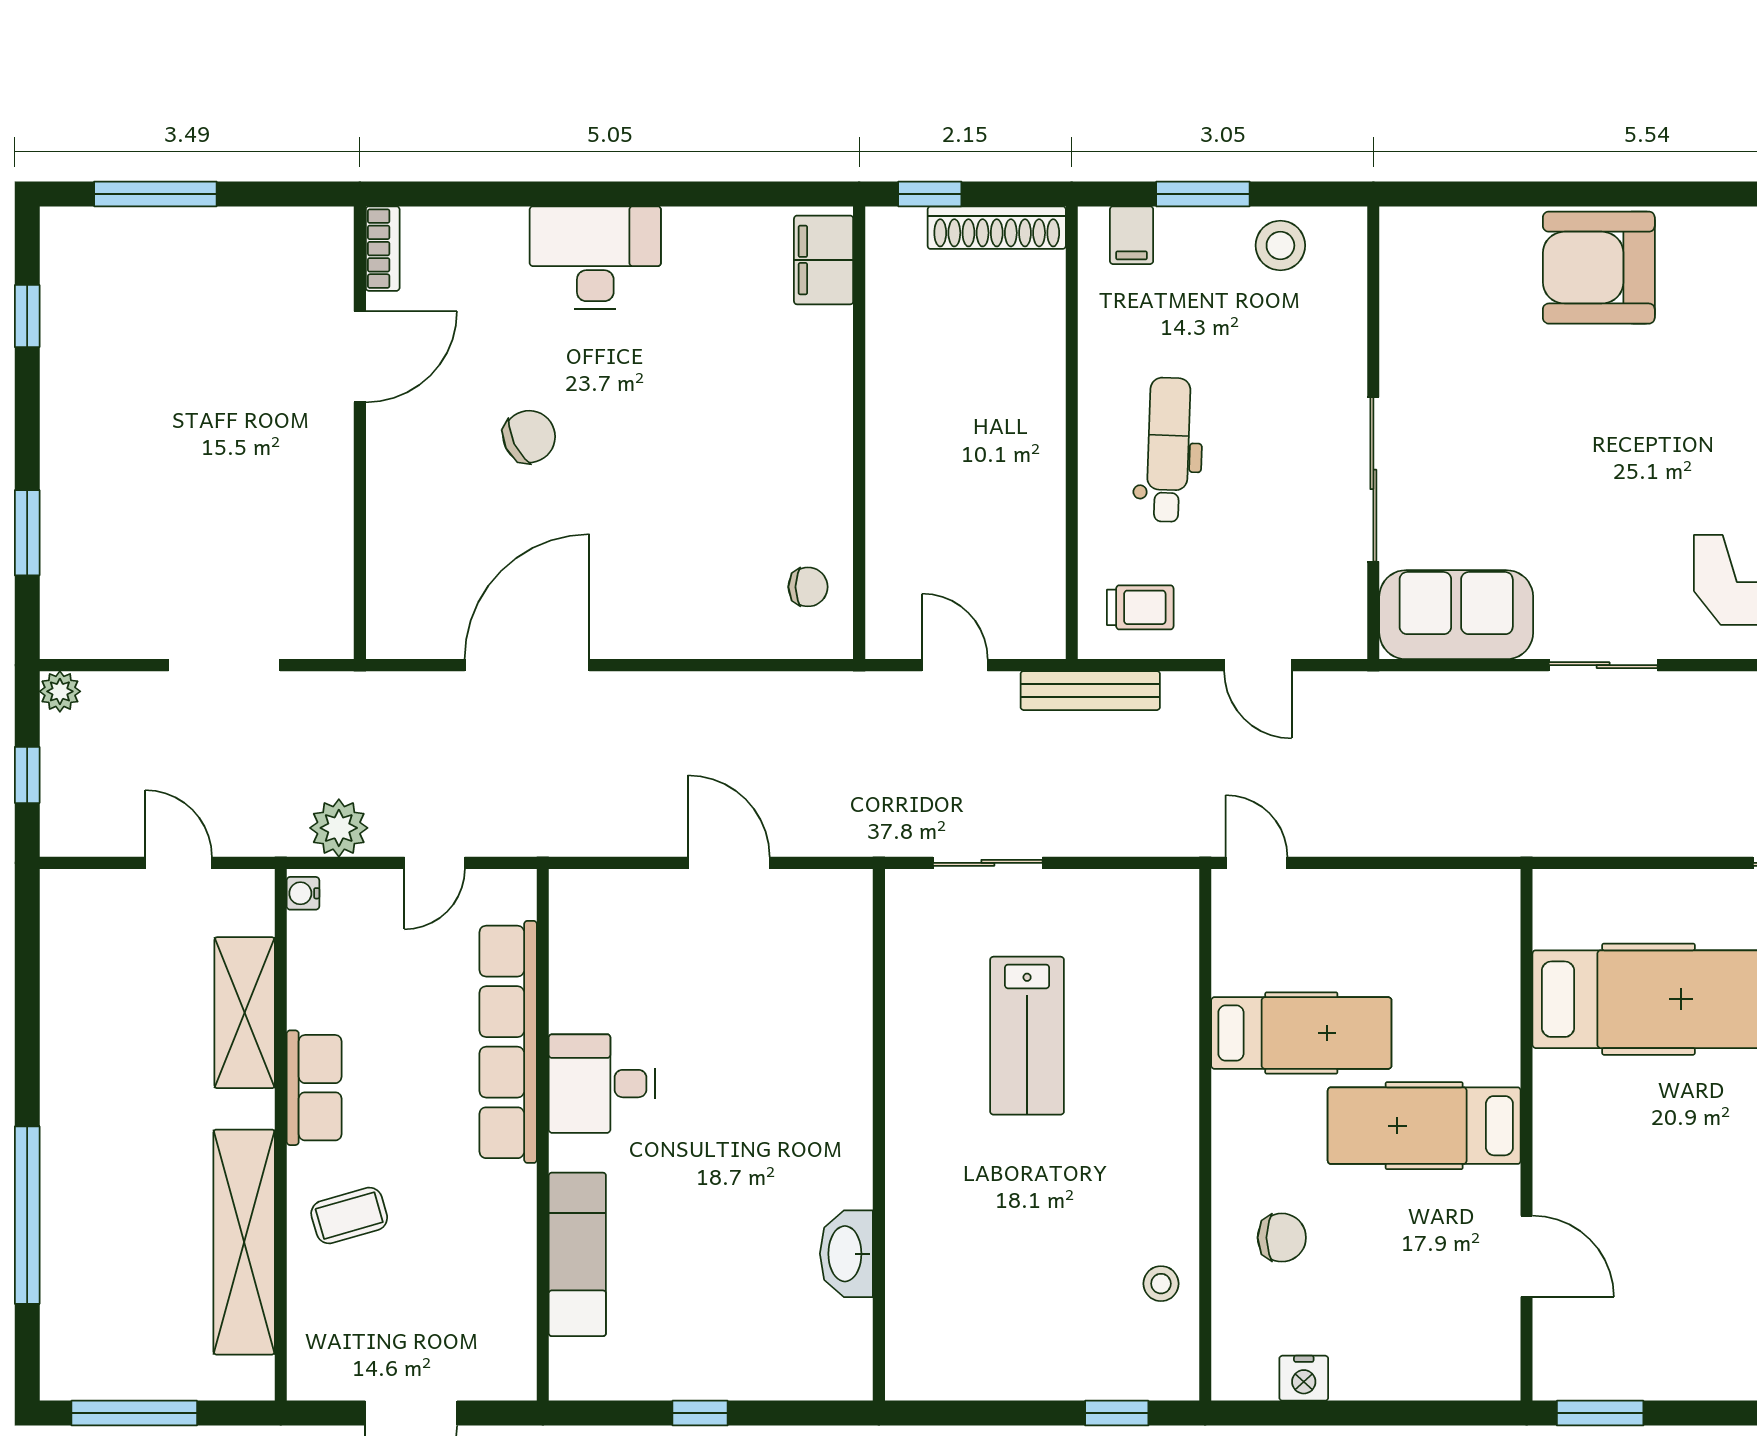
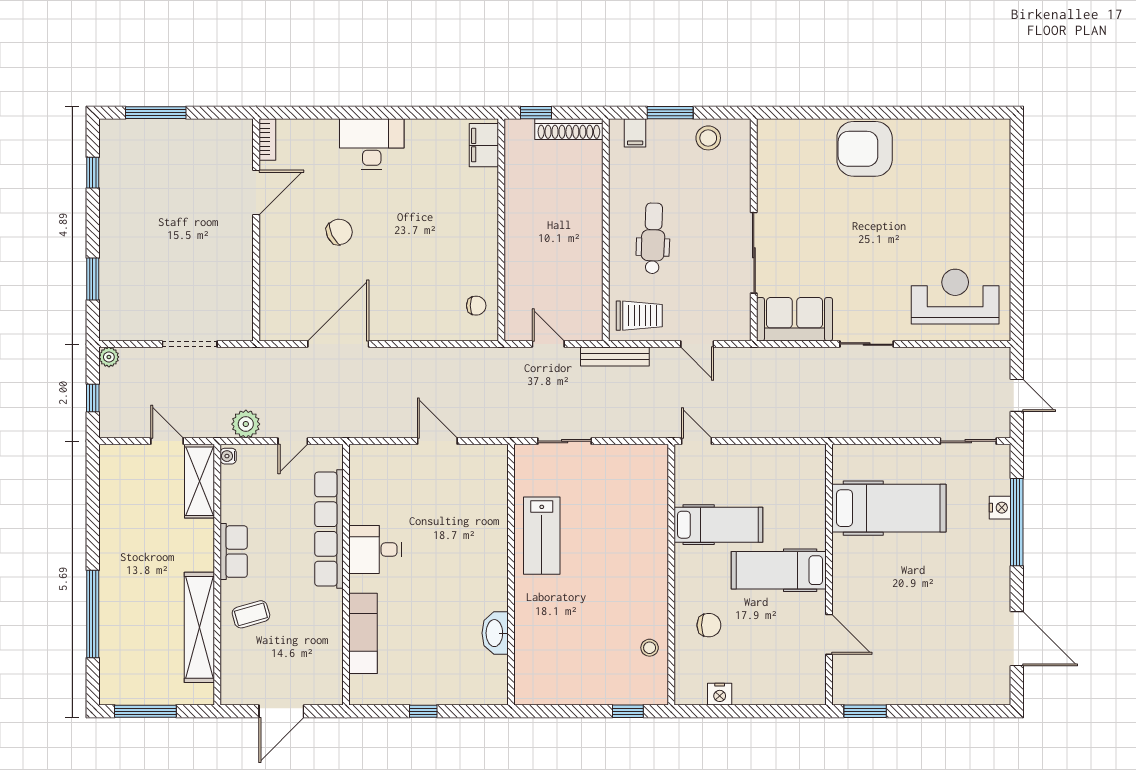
trolley: (1140, 607) -> (639, 316), width x1.36, depth x1.39
shelving: (245, 1013) -> (200, 481), moved
lab bench: (1027, 1036) -> (542, 536), moved

